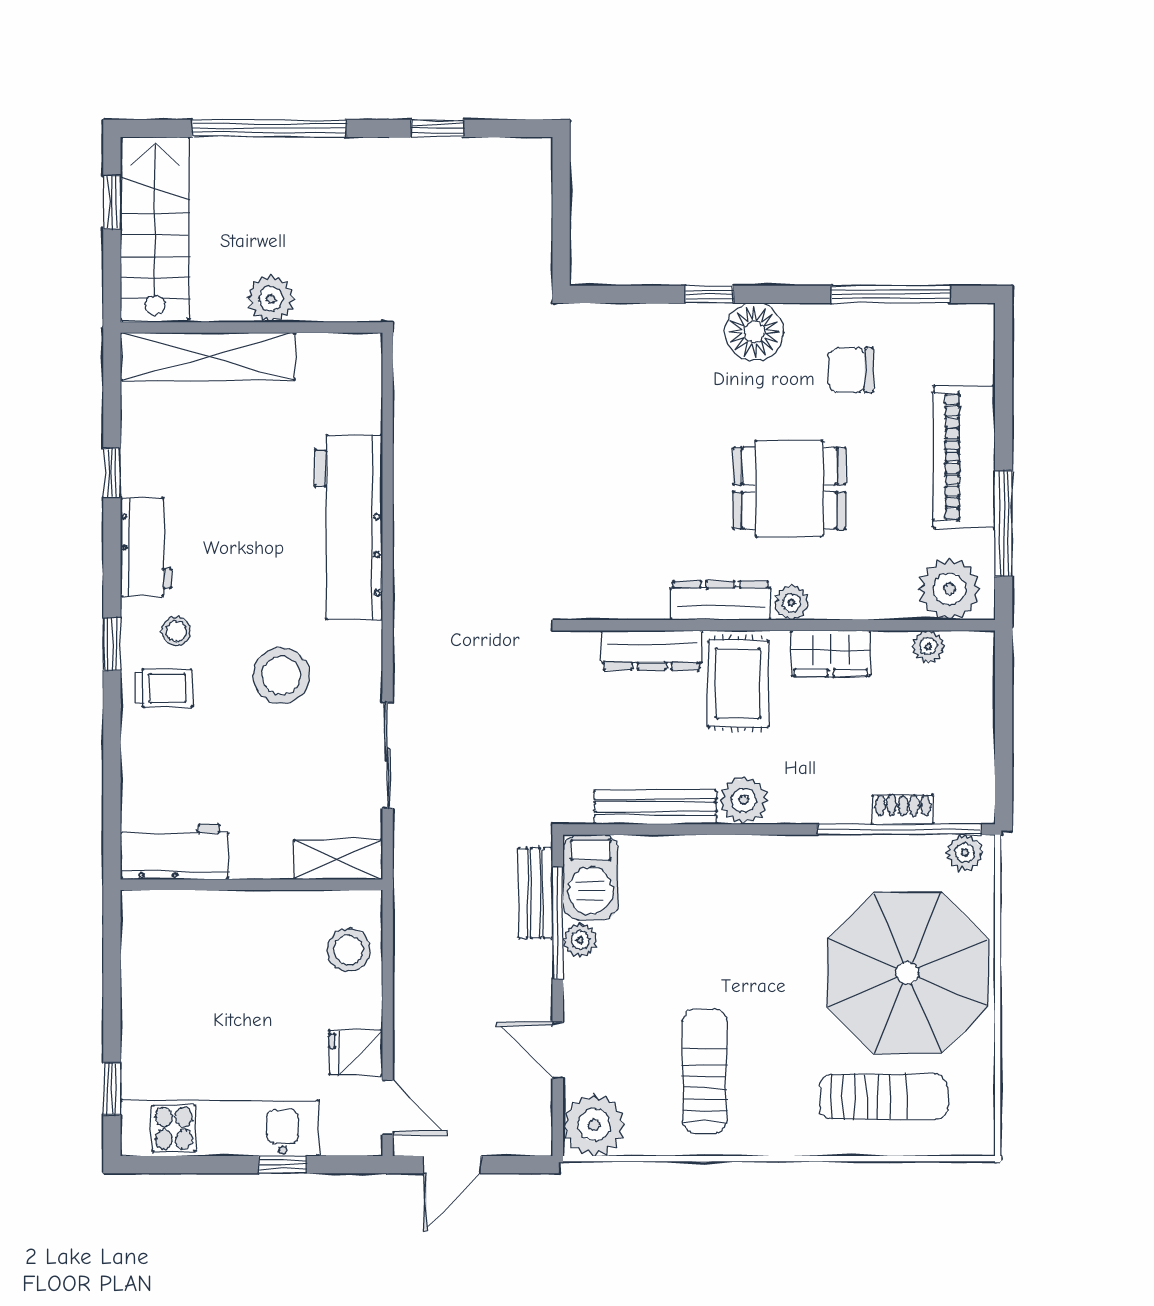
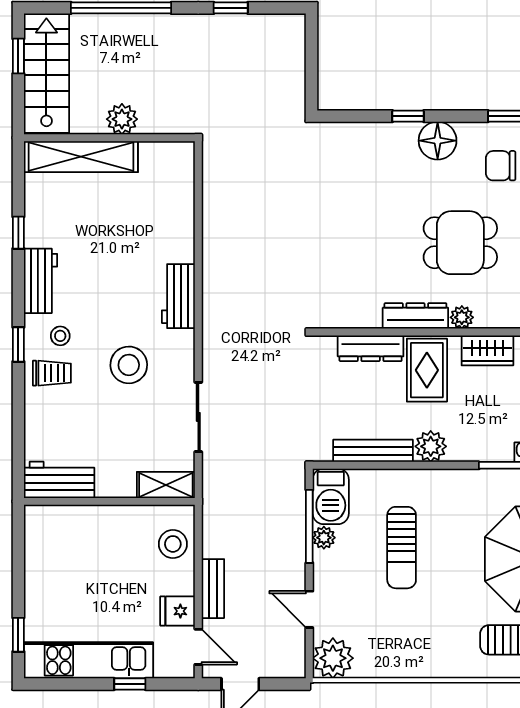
workbench: (349, 527) -> (178, 296), width x0.53, depth x0.76
bench: (535, 893) -> (213, 589), moved
sun lounger: (705, 1071) -> (402, 548), moved, turned 180

